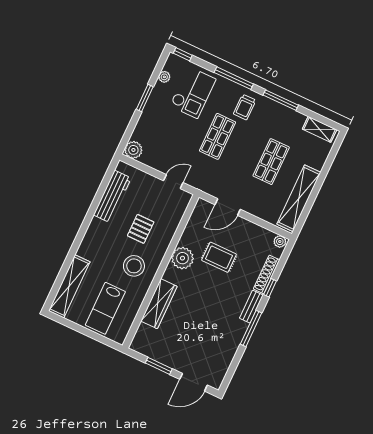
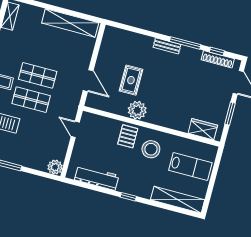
shop shelf: (271, 162) -> (38, 75), moved
window: (83, 229) -> (128, 197), added
pallet: (141, 229) -> (128, 136), moved, turned 90
plant: (280, 241) -> (109, 32), removed
shoe rack: (267, 274) -> (218, 59), moved
window: (270, 288) -> (217, 51), moved
wardrobe: (159, 304) -> (203, 129), moved, width x0.67

